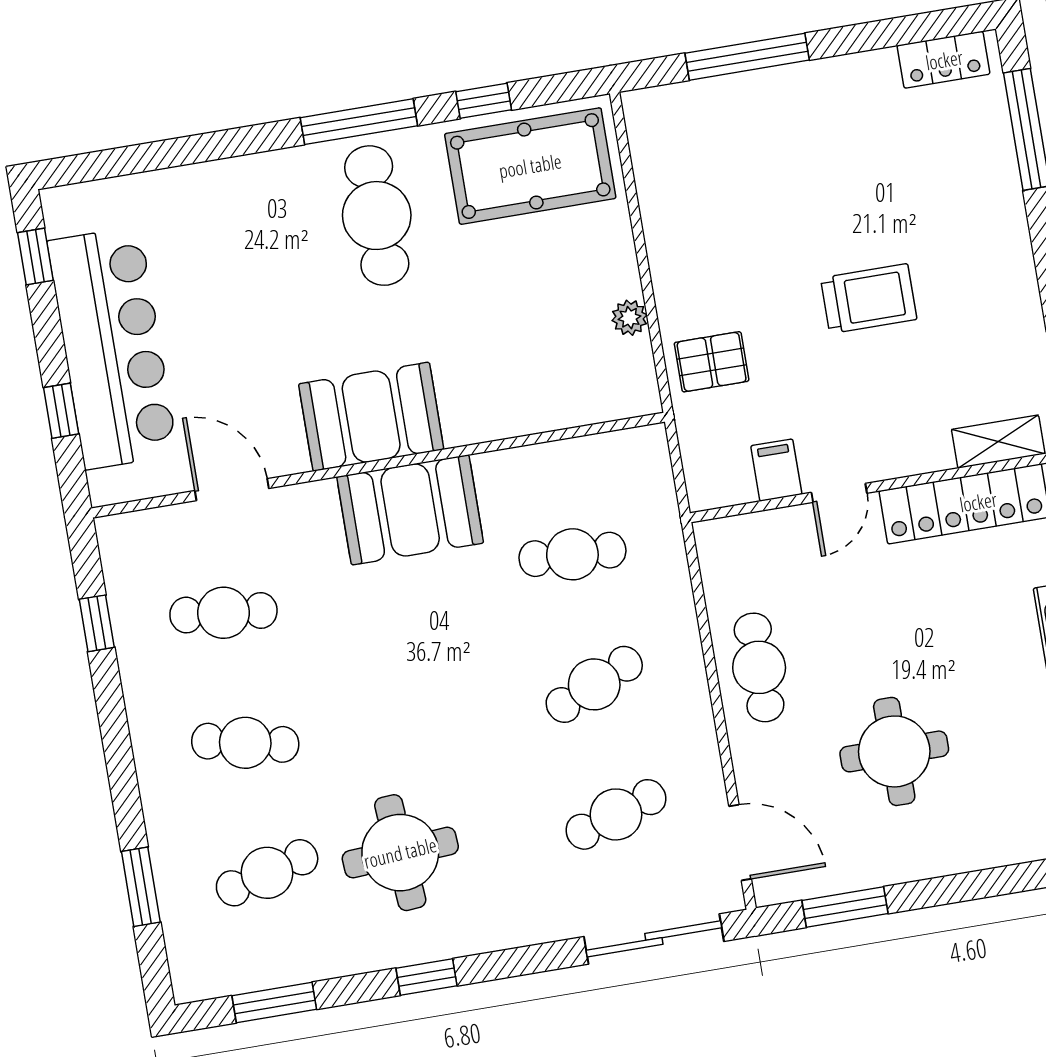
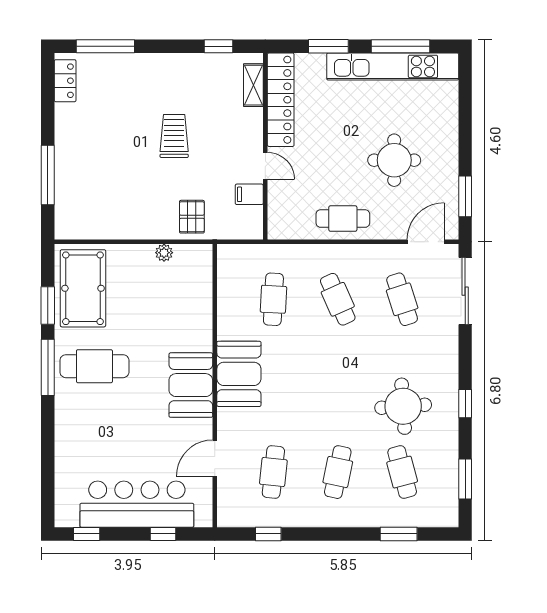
window: (484, 101) -> (48, 305), width x1.50

